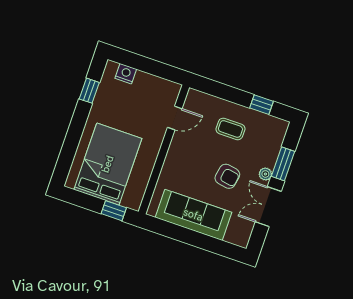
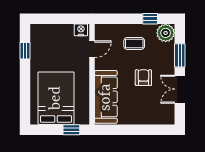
nightstand: (126, 74) -> (81, 30), moved
plant: (265, 174) -> (166, 33), moved, width x1.87, depth x1.87
armchair: (227, 176) -> (143, 78), turned -100
sofa: (193, 215) -> (106, 97), moved, turned 90

